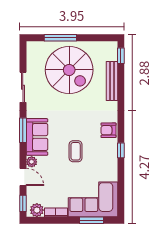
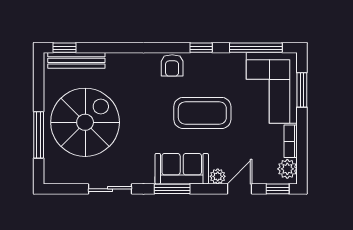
bench: (112, 81) -> (76, 60), moved
coffee table: (76, 151) -> (202, 113), width x1.86, depth x1.72
window: (121, 188) -> (256, 48), added

